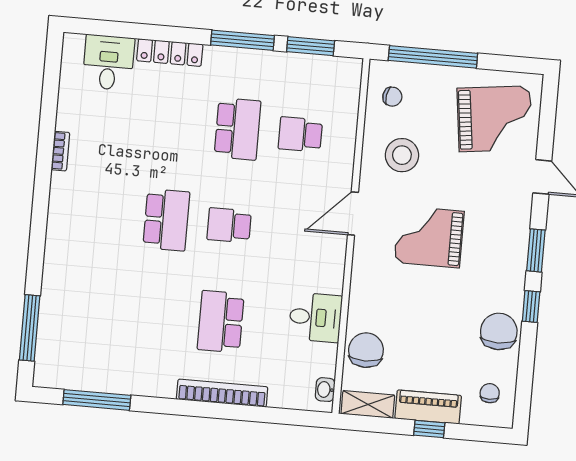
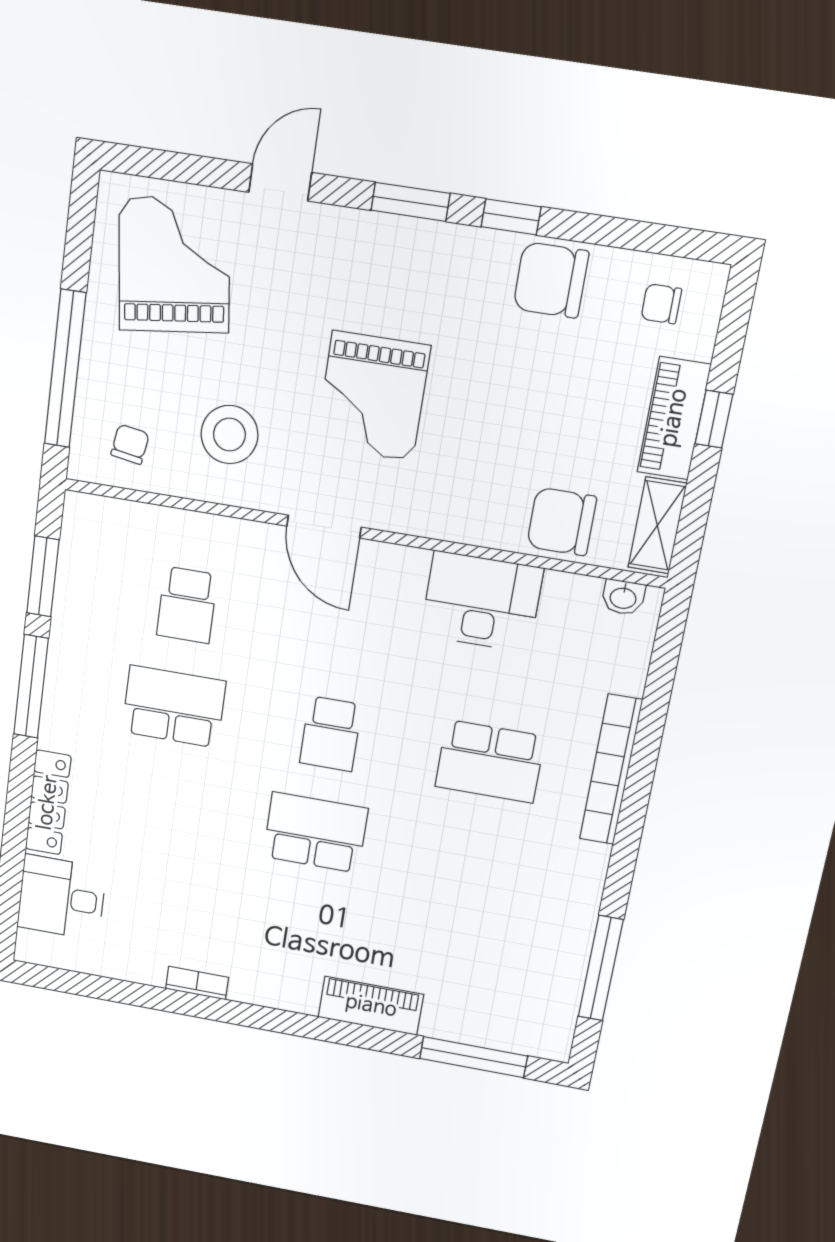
piano: (57, 261) -> (371, 1006), added
desk: (315, 317) -> (482, 602), width x1.37

